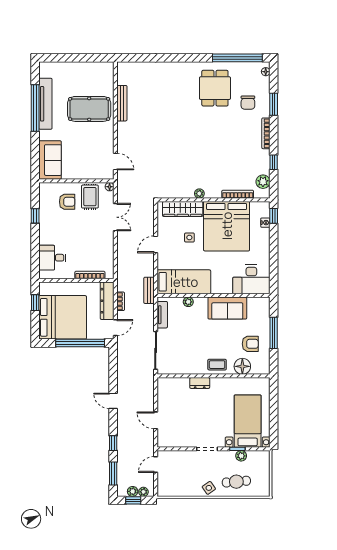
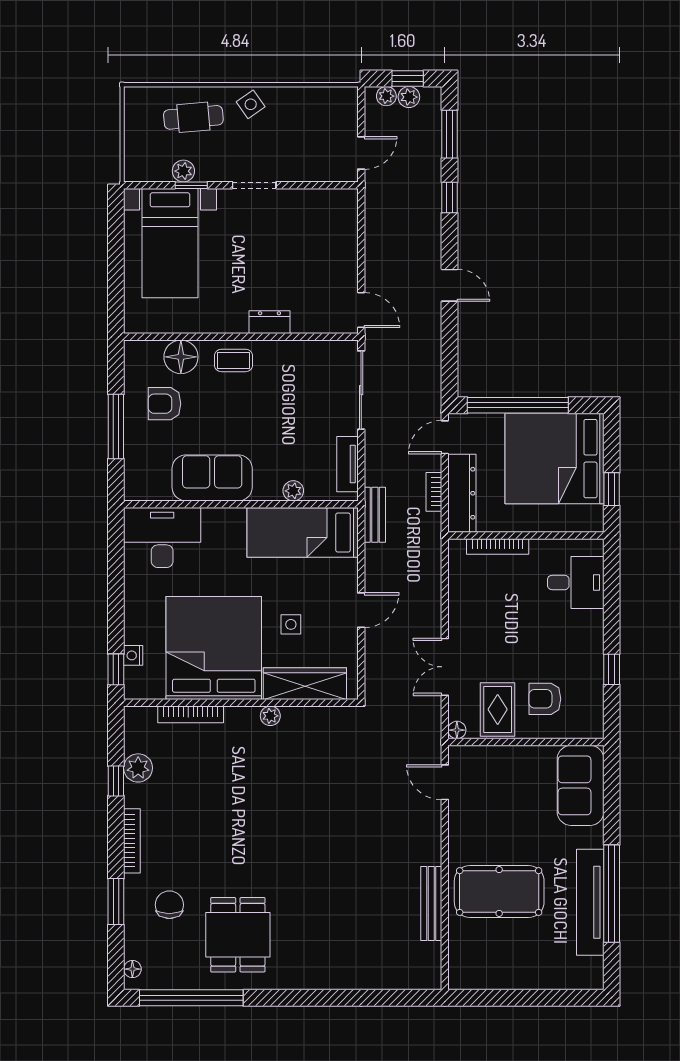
plant: (263, 182) -> (138, 768), moved
door: (156, 420) -> (361, 310), moved

